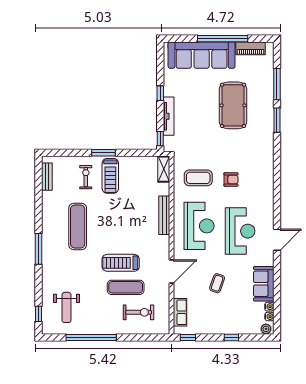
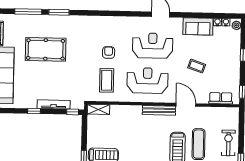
bench: (164, 215) -> (159, 110), moved
exercise bike: (139, 312) -> (228, 143), moved

